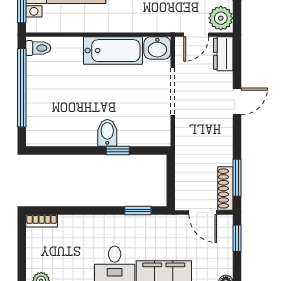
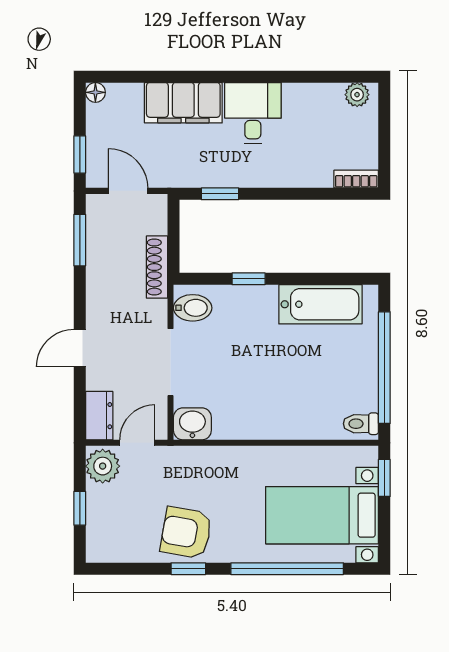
bathtub: (113, 51) -> (320, 304), moved, turned 180
bidet: (107, 133) -> (193, 308), moved, turned -90
shoe rack: (225, 188) -> (157, 267), moved, turned 180

